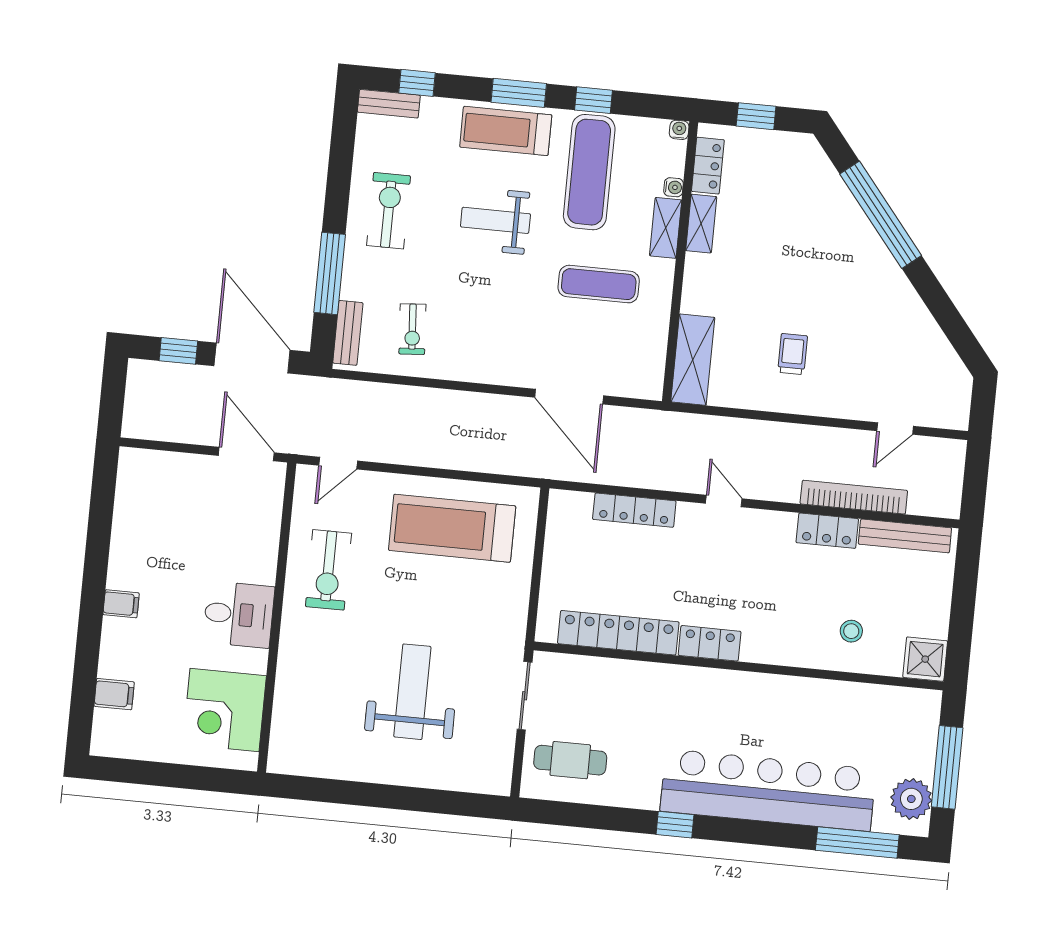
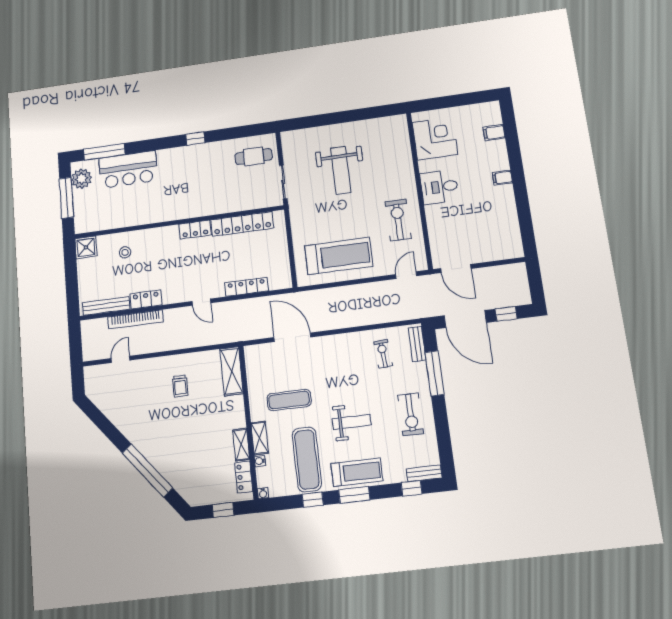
bar counter: (768, 790) -> (128, 169), width x0.54

